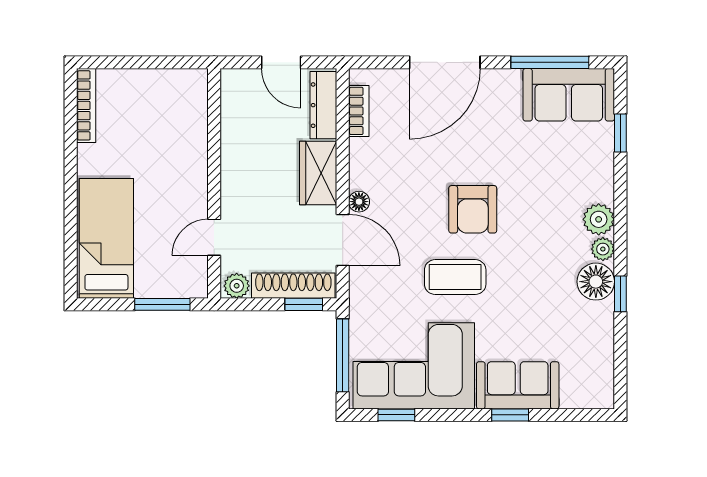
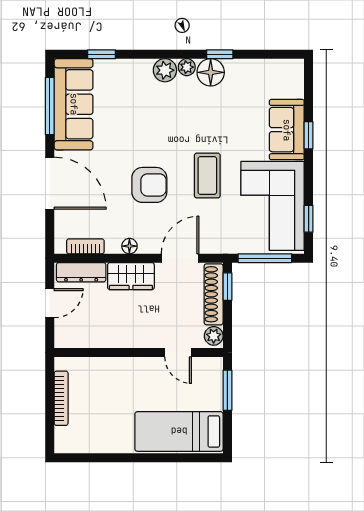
sofa: (569, 95) -> (74, 104), width x1.36
bookcase: (86, 105) -> (61, 398), moved, turned 90
floor lamp: (359, 202) -> (129, 246), moved
armchair: (473, 209) -> (149, 185), moved

